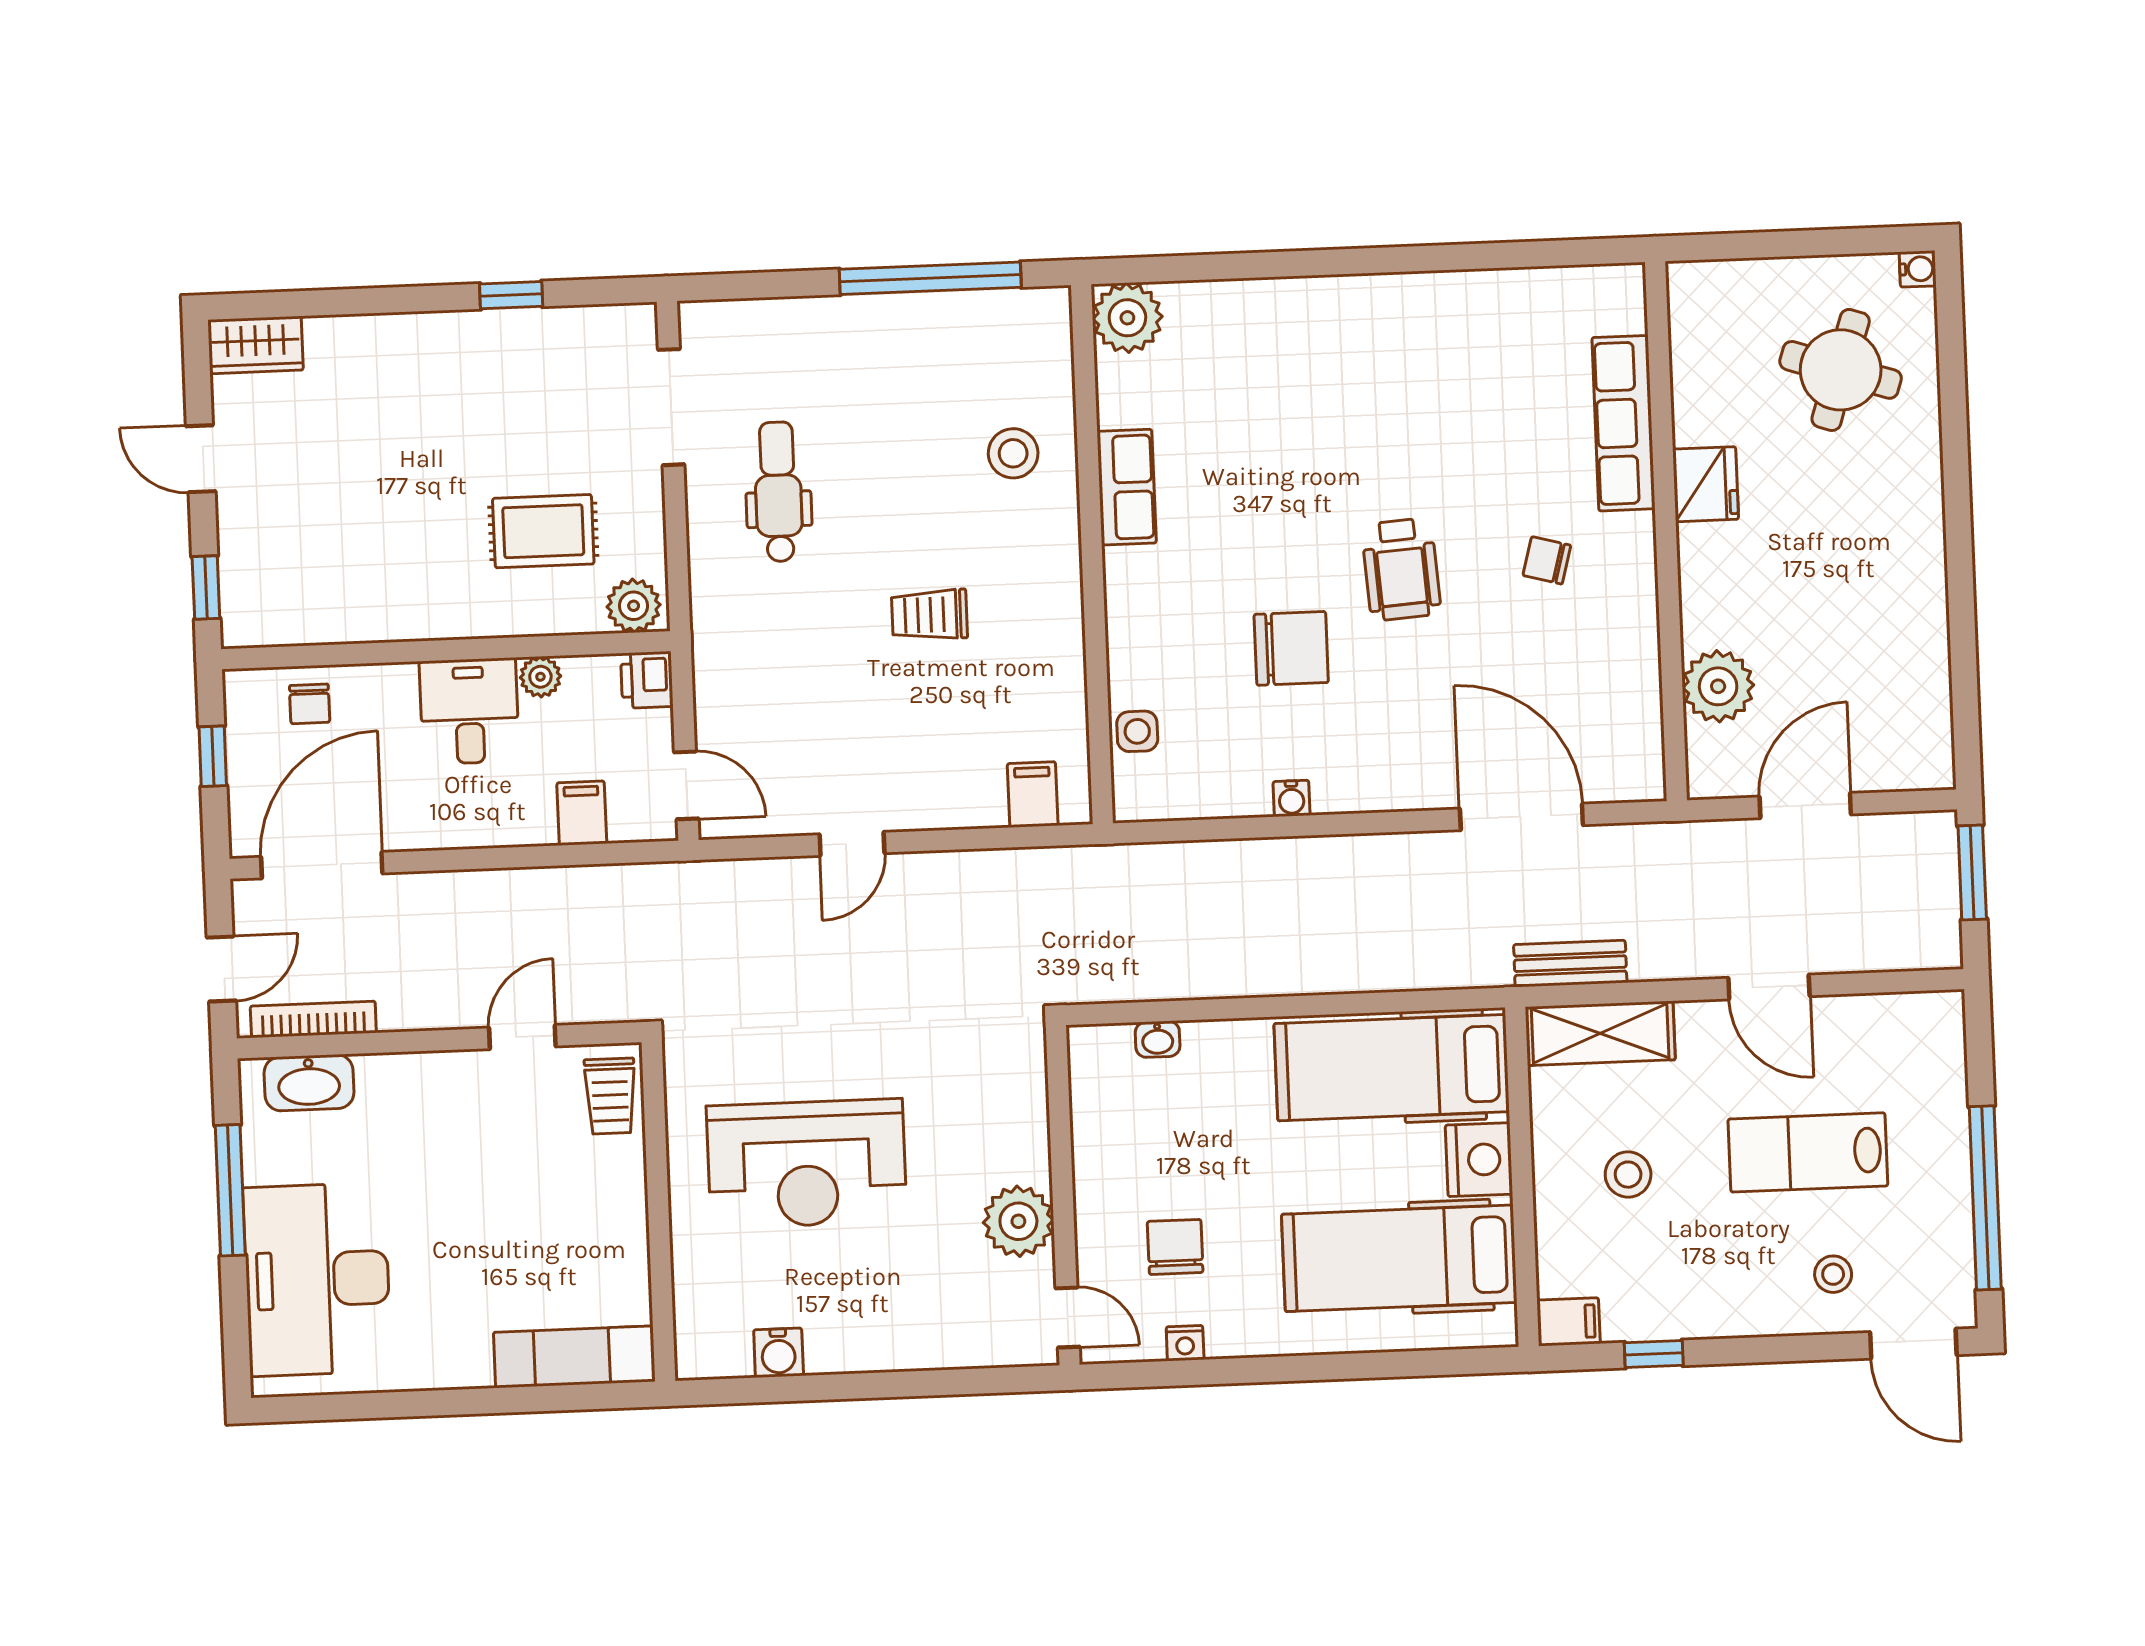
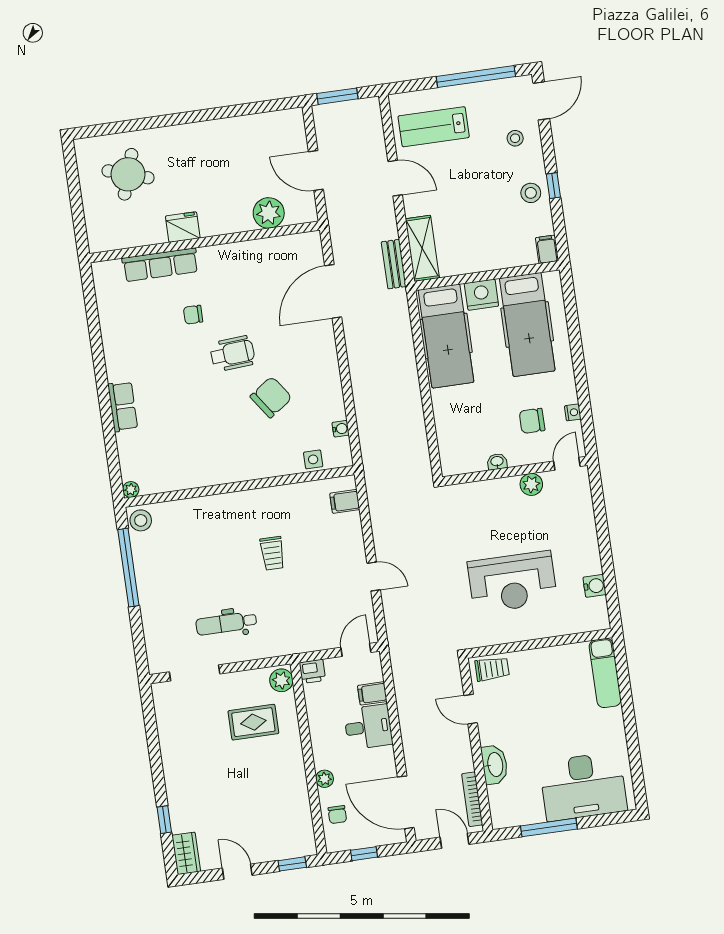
water cooler: (1918, 269) -> (81, 146), removed
window: (511, 295) -> (164, 820), moved
plant: (1127, 318) -> (131, 490), width x0.53, depth x0.53
stool: (1013, 453) -> (141, 520), moved
door: (201, 459) -> (237, 872), swing flipped
row of seats: (1127, 487) -> (123, 406), moved, turned 90
rug: (543, 531) -> (253, 722), turned 90
chair: (1547, 560) -> (193, 315), moved, turned 75
chair: (1291, 648) -> (271, 397), turned 55
plant: (540, 677) -> (325, 779), moved
chair: (310, 704) -> (337, 815), turned 90
desk: (469, 711) -> (368, 727), moved, turned 180
water cooler: (1292, 798) -> (341, 429), moved
door: (1769, 987) -> (395, 178), hinge flipped
washbasin: (1158, 1039) -> (497, 462), moved, turned -90
washbasin: (309, 1083) -> (495, 765), moved
lab bench: (1808, 1152) -> (434, 127), moved, turned 90
reception desk: (807, 1164) -> (512, 582), turned 90
stool: (1628, 1175) -> (531, 193), moved
plant: (1018, 1221) -> (531, 484), width x0.73, depth x0.73
window: (1654, 1354) -> (553, 186), moved

